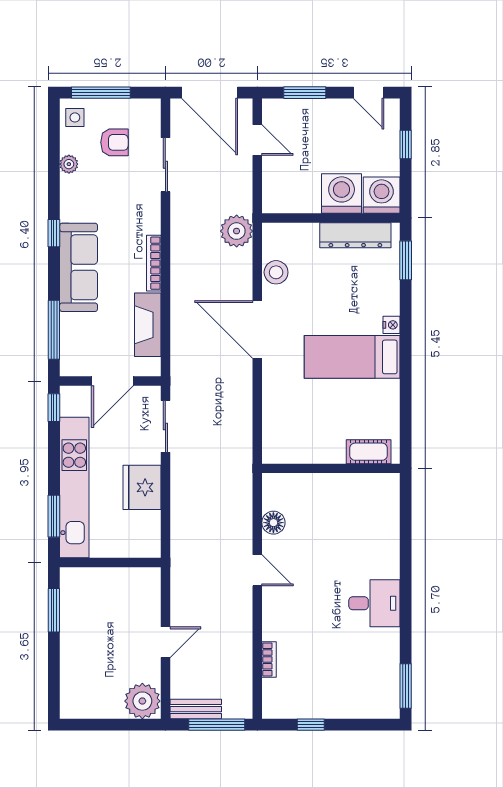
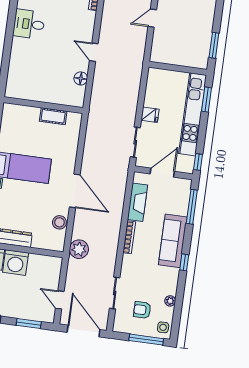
cot: (369, 452) -> (53, 116), moved
fridge: (142, 487) -> (150, 115), width x0.53, depth x0.75

